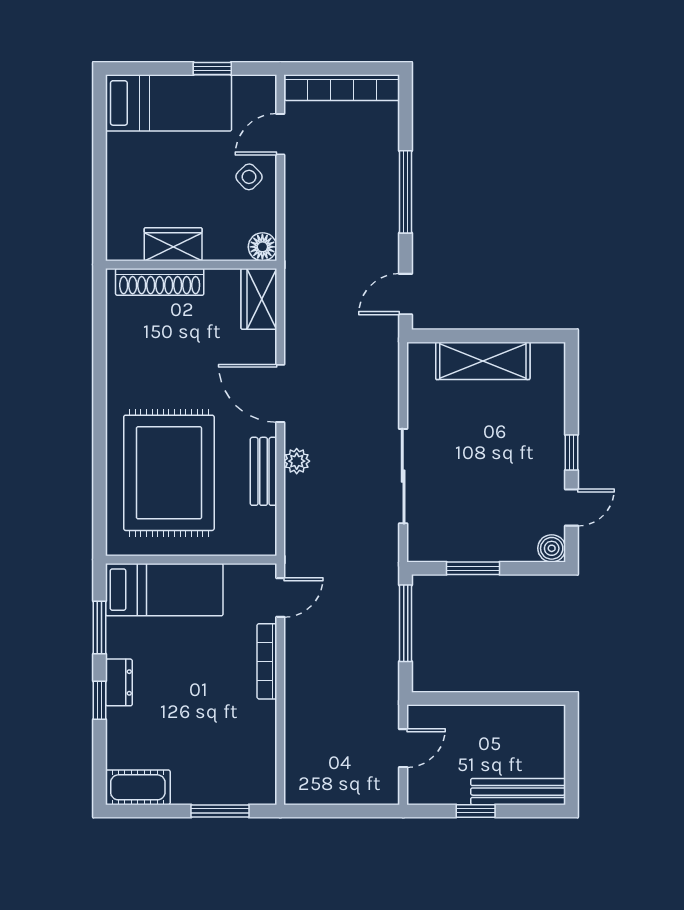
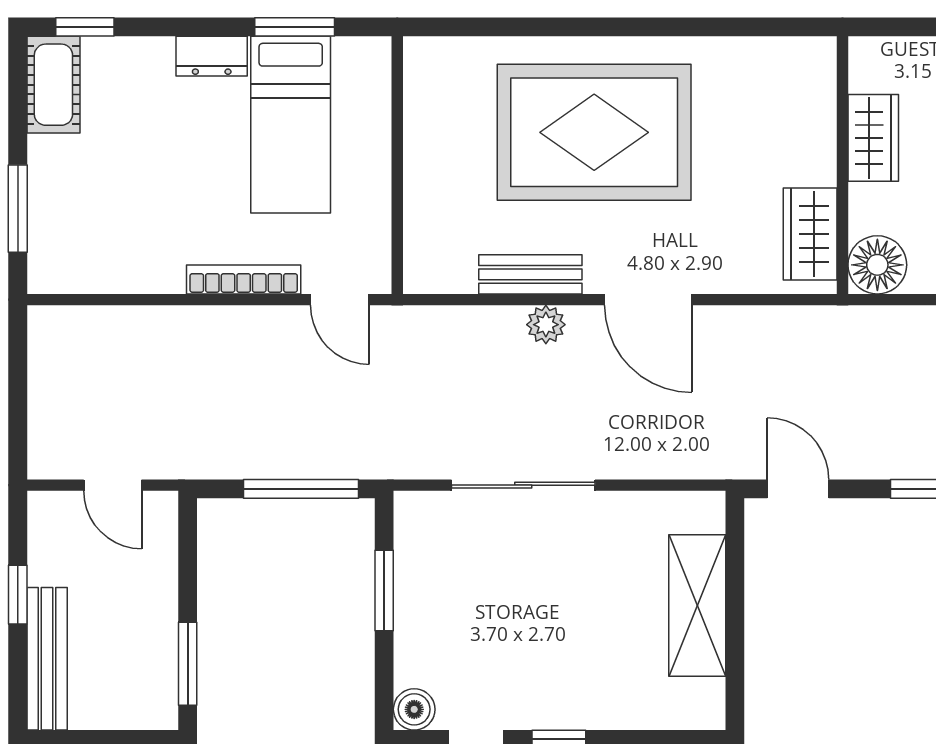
floor lamp: (262, 247) -> (877, 265), width x1.38, depth x1.38
shoe rack: (160, 282) -> (816, 118), removed
wardrobe: (259, 299) -> (810, 234), moved, turned -90
door: (280, 393) -> (648, 300), swing flipped
rug: (169, 473) -> (594, 132), moved
bed: (164, 590) -> (291, 125), moved
window: (521, 698) -> (188, 664), added
window: (100, 700) -> (85, 27), moved

